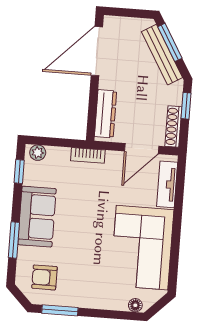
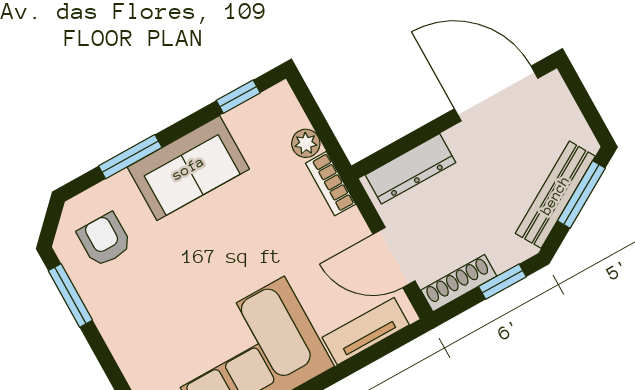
plant: (38, 153) -> (306, 143), moved

